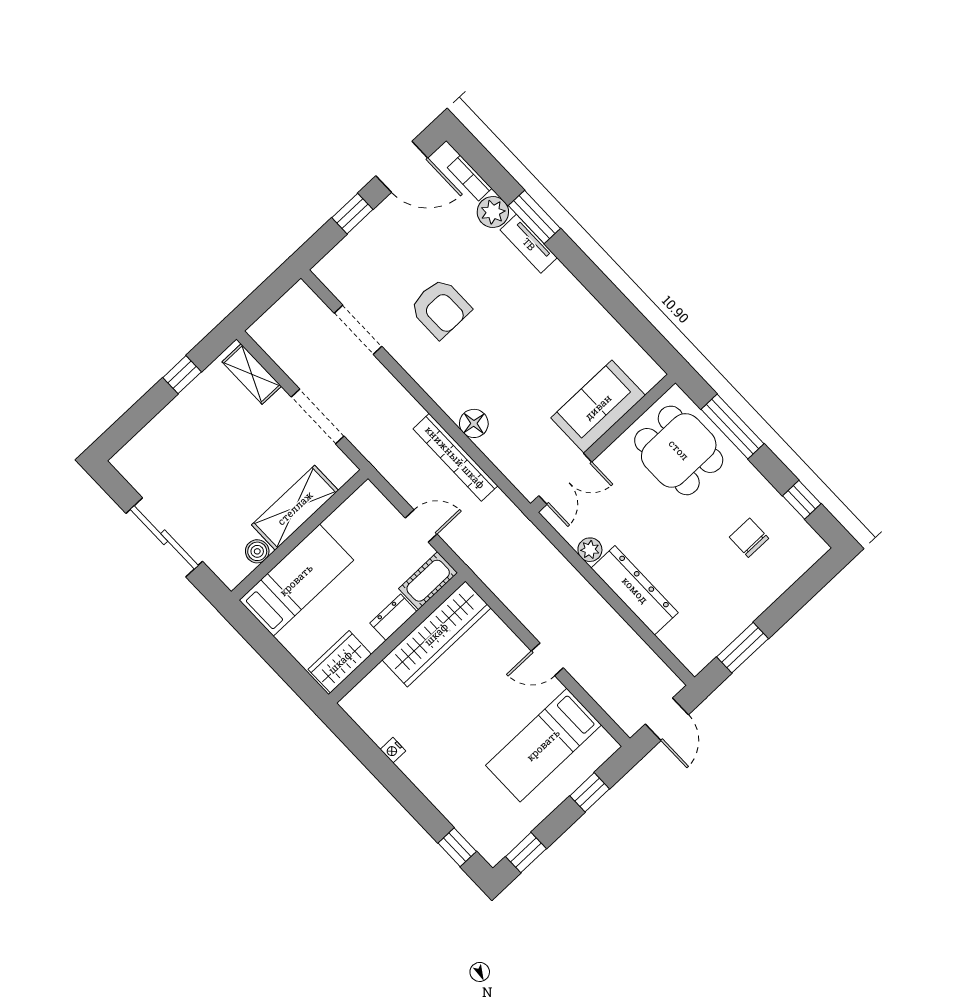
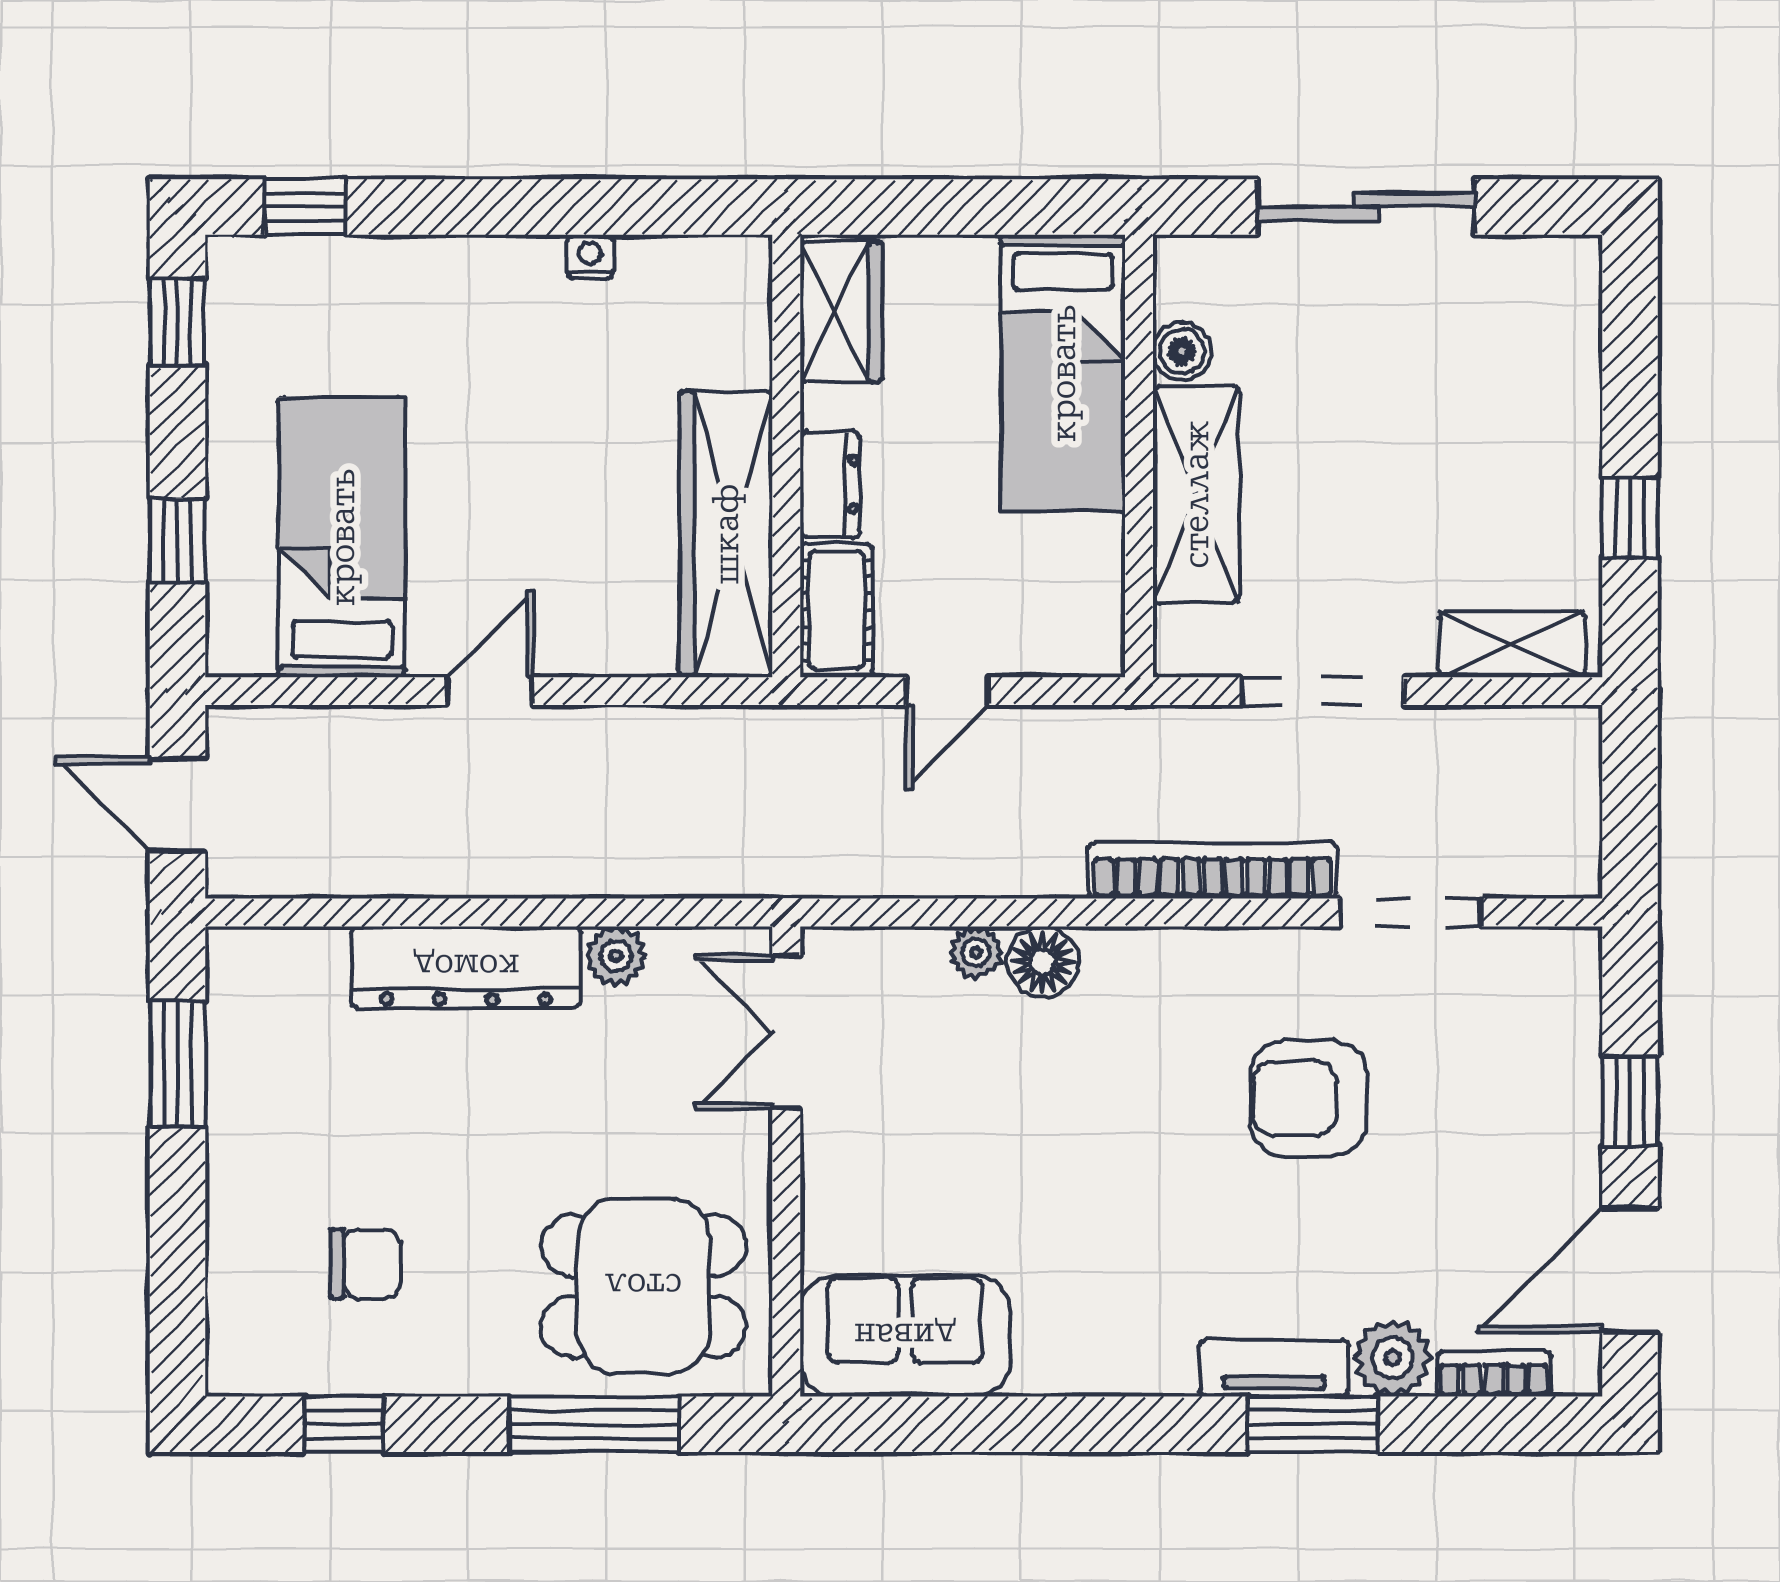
sofa: (598, 407) -> (905, 1336), moved, turned -90
plant: (490, 446) -> (976, 952), added
bookcase: (455, 457) -> (1213, 870), moved

